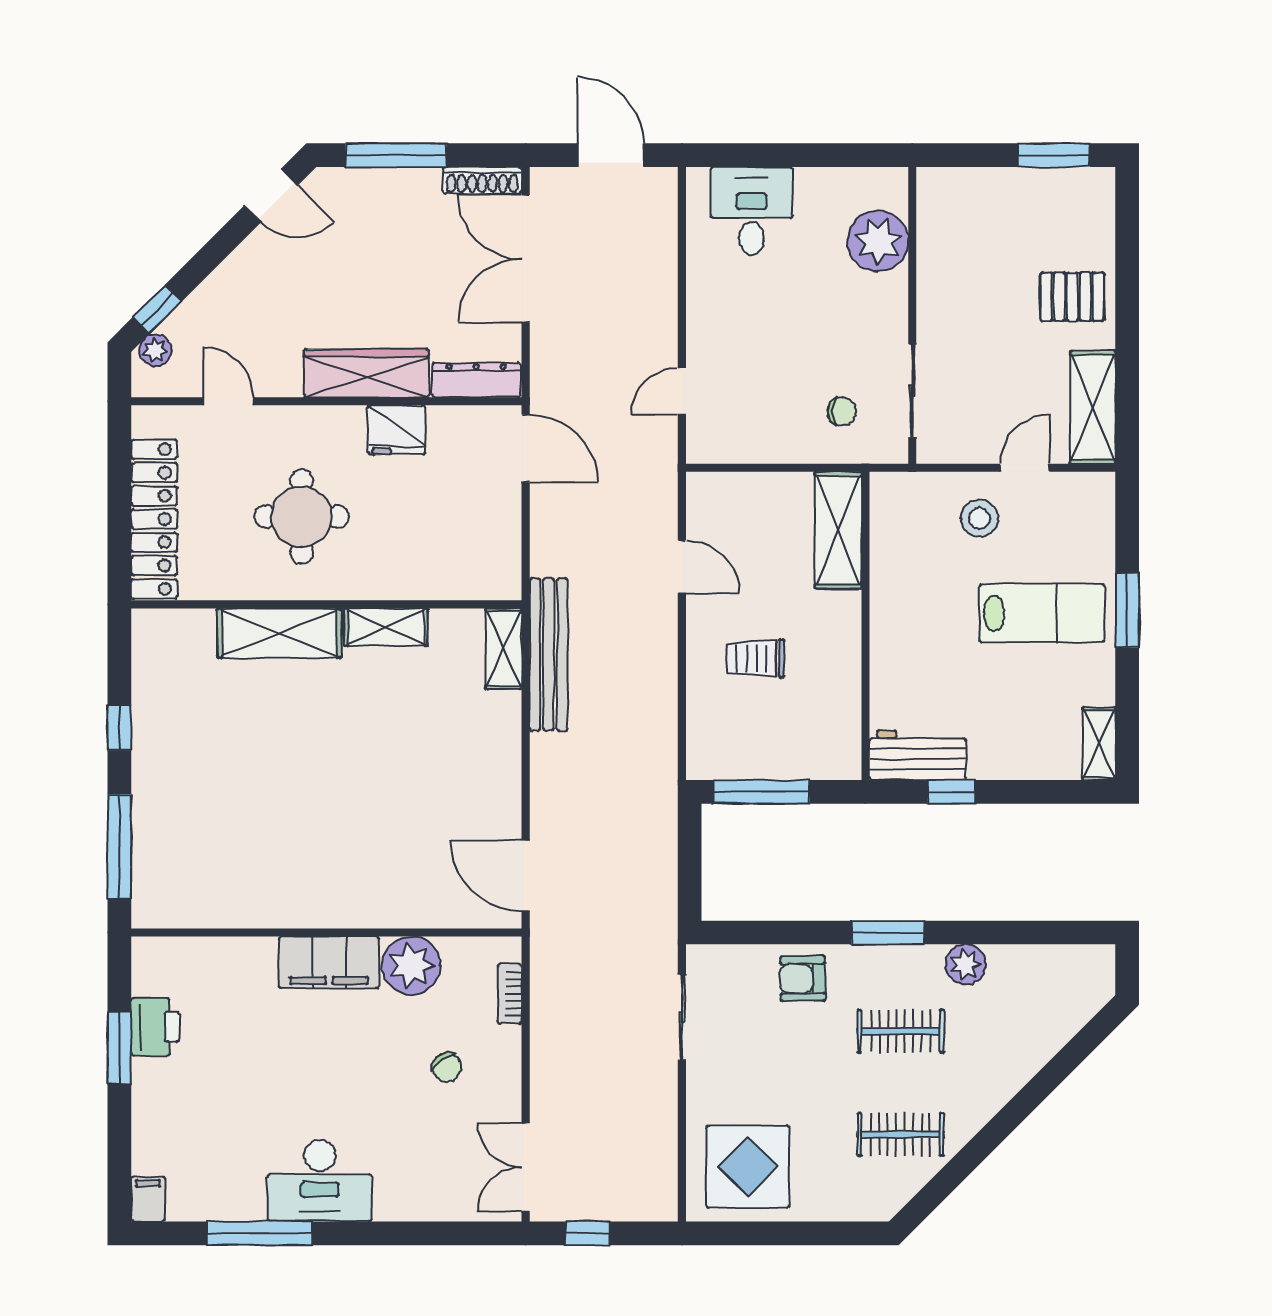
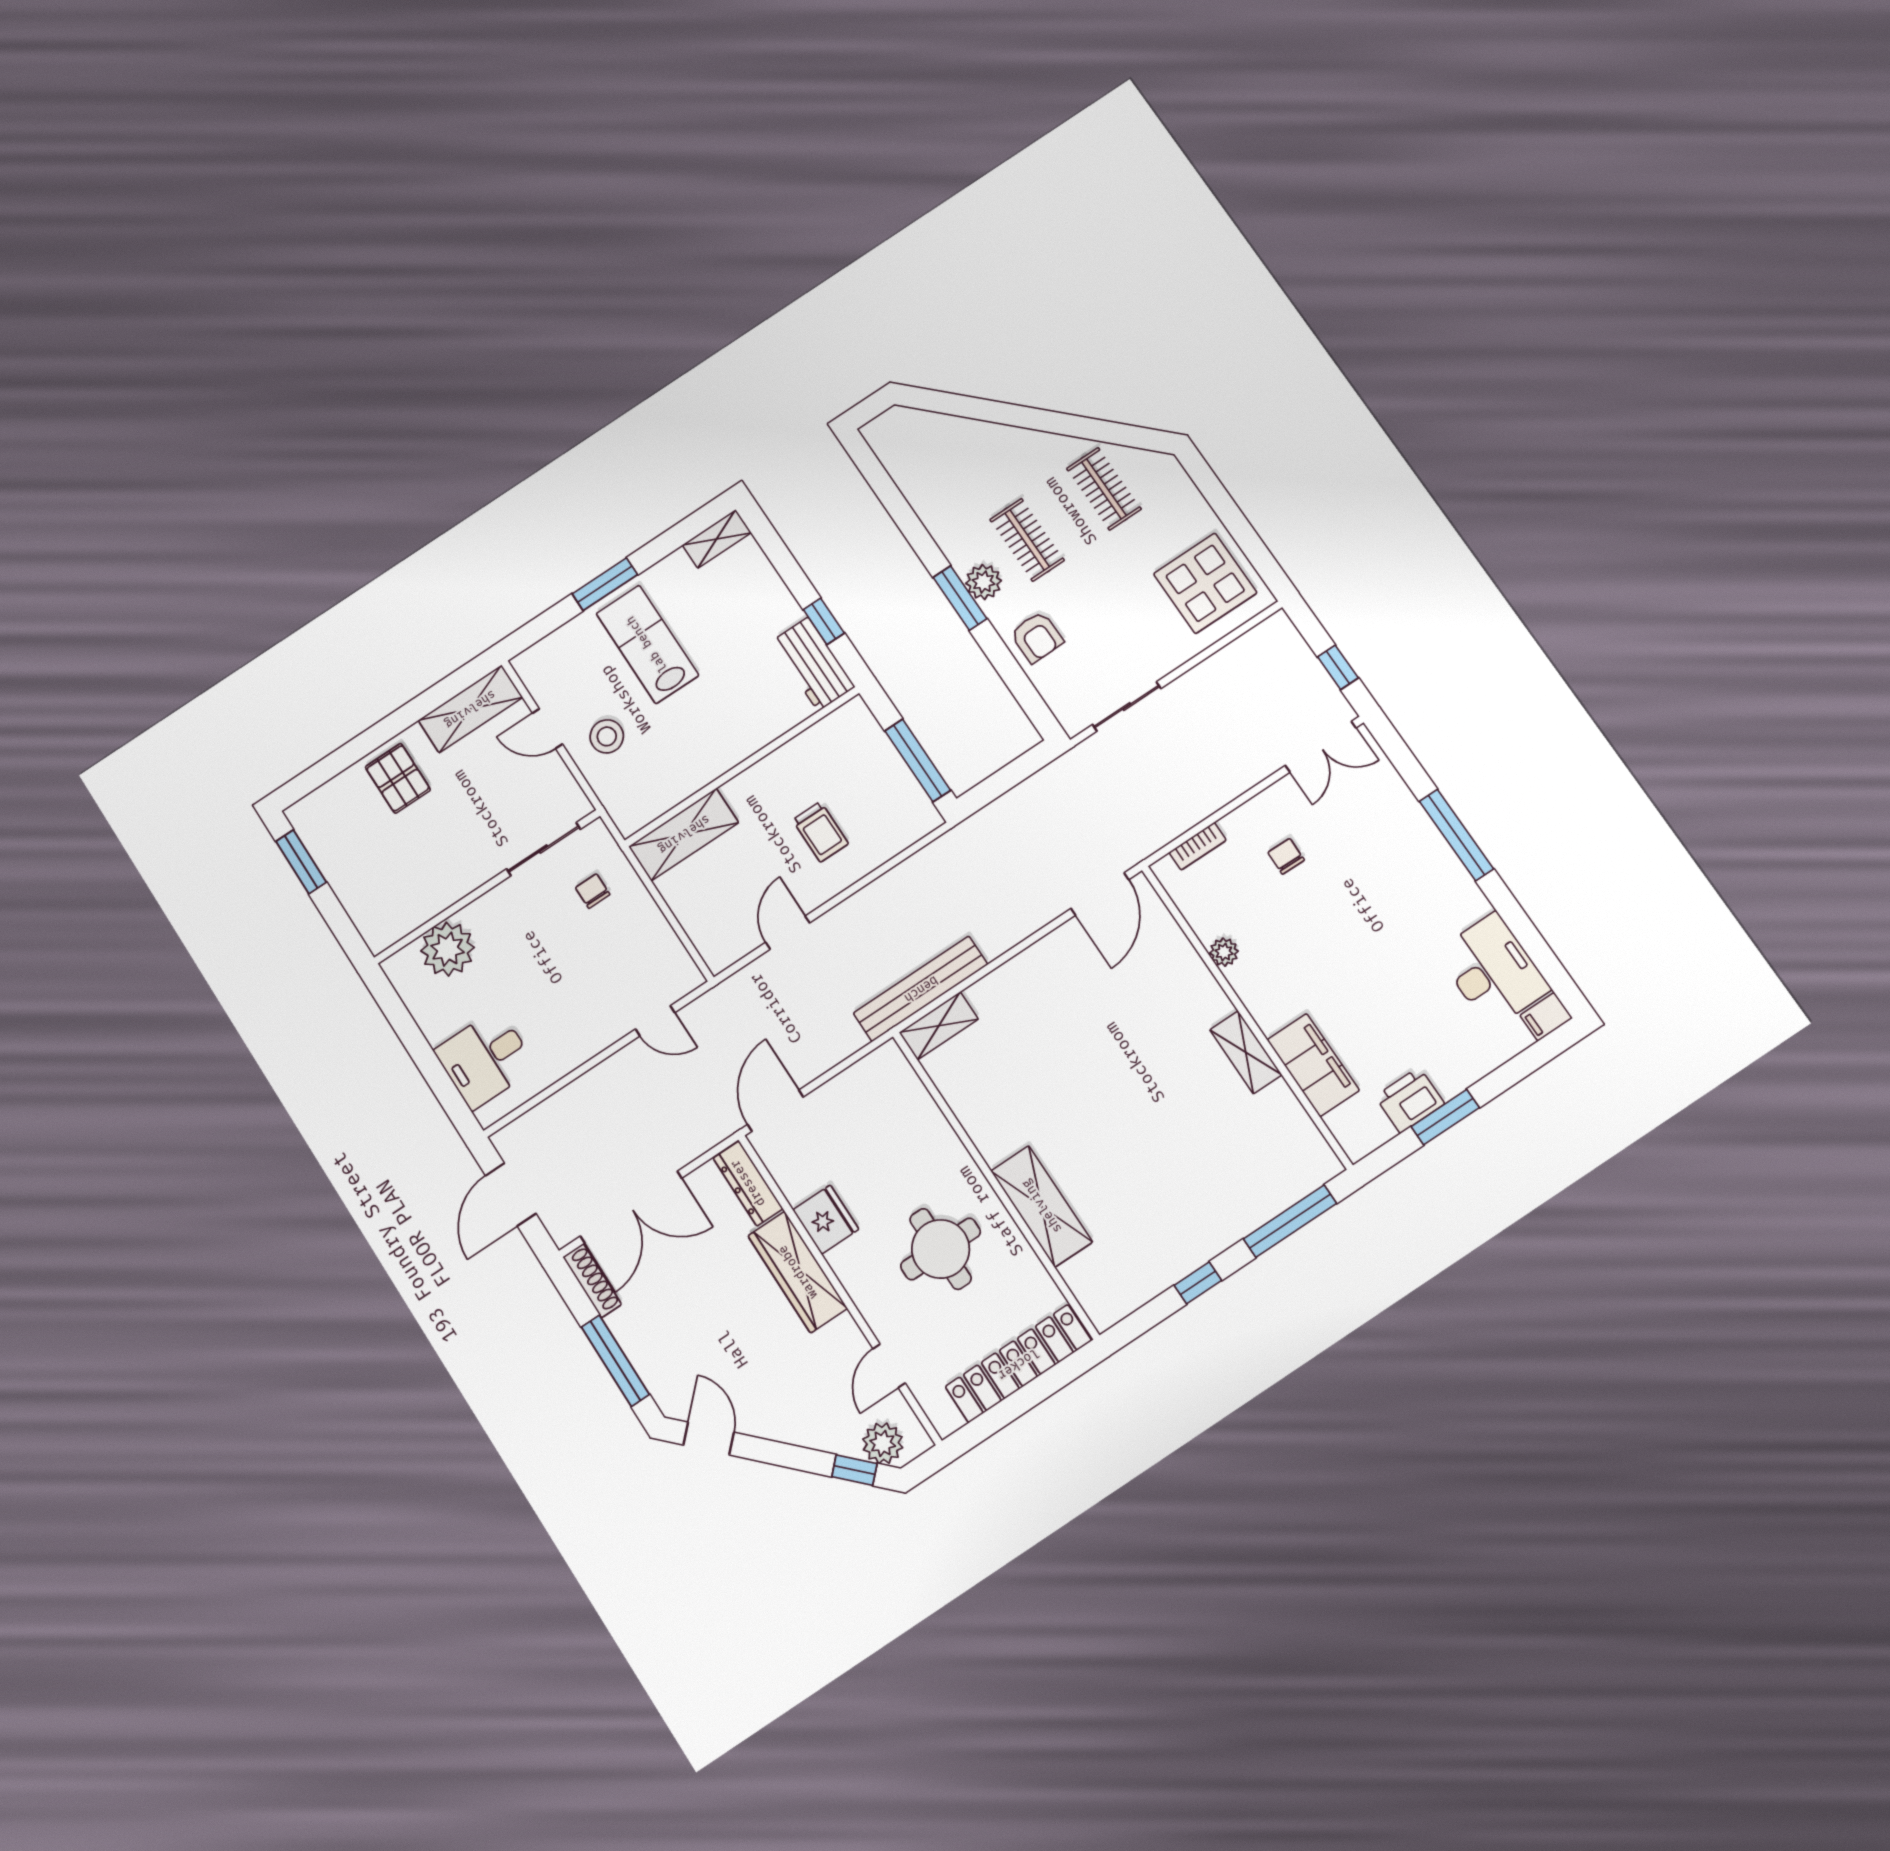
plant: (155, 350) -> (883, 1443), width x1.38, depth x1.38
shelving: (386, 627) -> (1246, 1052), moved
filing cabinet: (329, 962) -> (1313, 1065), moved
plant: (966, 964) -> (984, 582), moved
plant: (411, 966) -> (1224, 952), width x0.53, depth x0.53
chair: (447, 1067) -> (1286, 856), turned -54
desk: (320, 1181) -> (1493, 971), moved
window: (259, 1233) -> (1456, 835), moved

